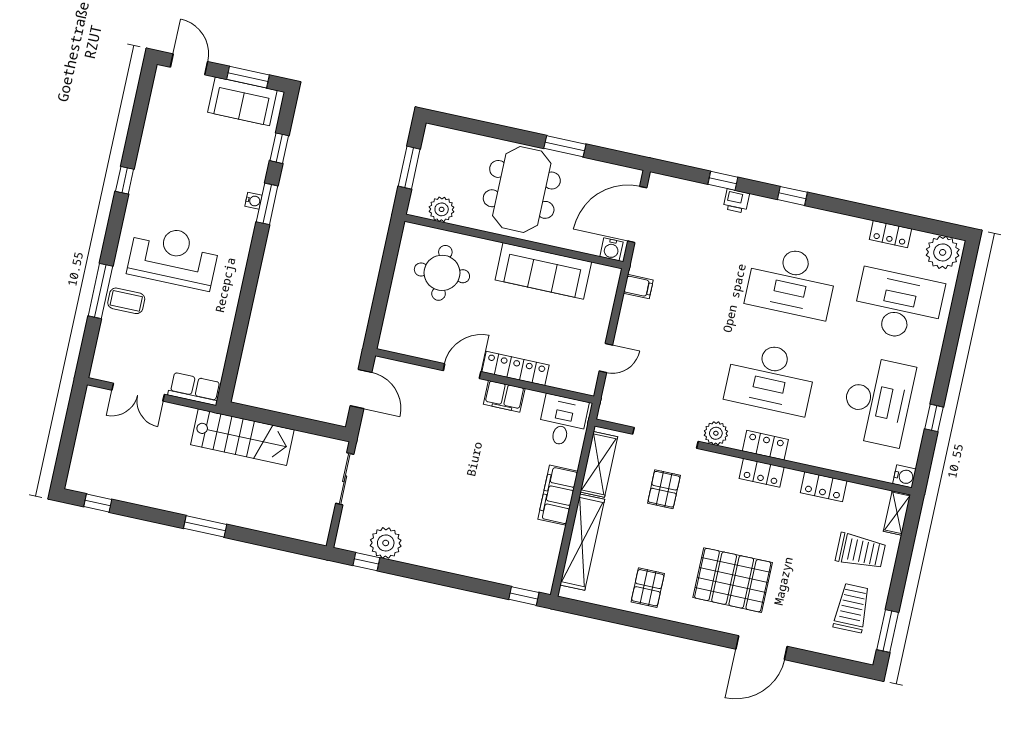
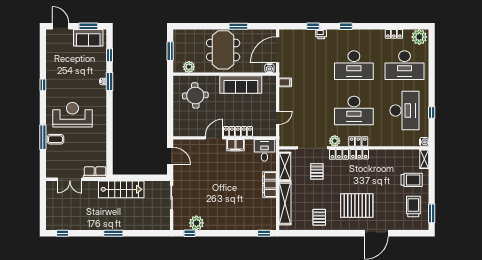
desk: (898, 305) -> (405, 65), turned 180
locker: (824, 487) -> (339, 154), moved

